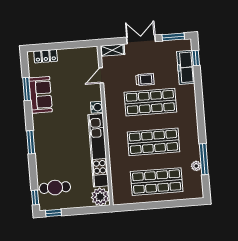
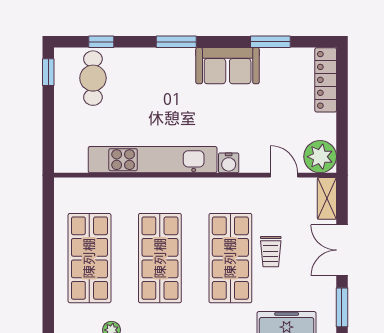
double door: (141, 39) -> (342, 250), swing flipped
locker: (46, 56) -> (326, 80), width x1.53
sofa: (41, 95) -> (228, 66), moved
window: (35, 197) -> (101, 42), moved
plant: (100, 197) -> (320, 157), moved

